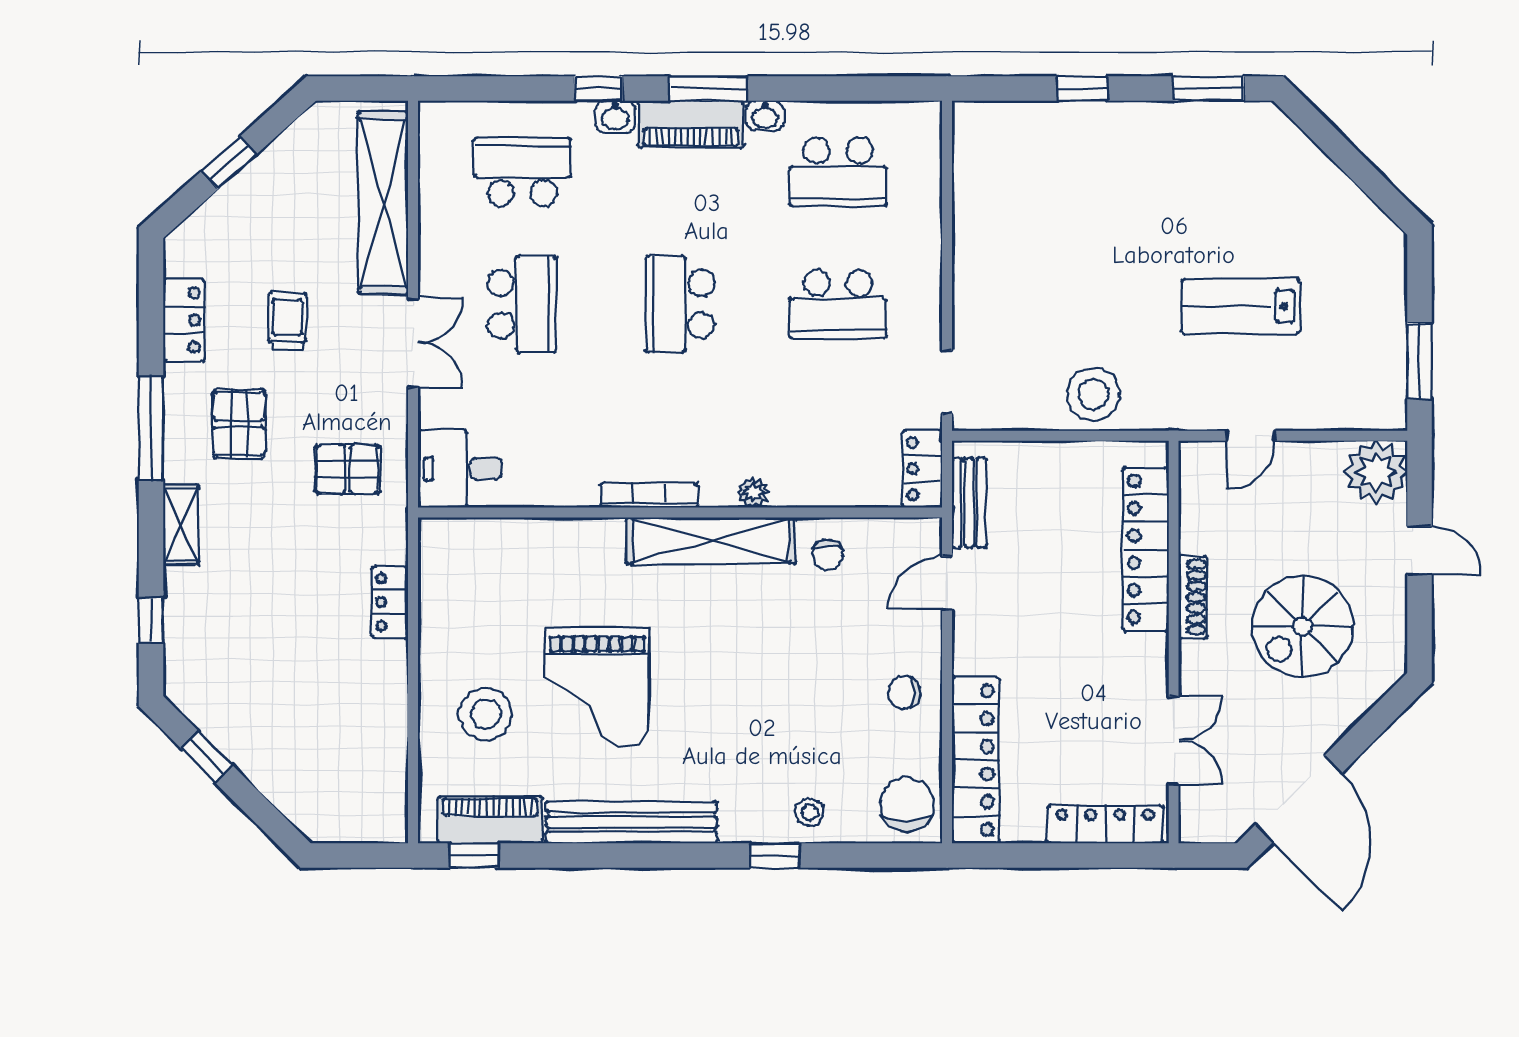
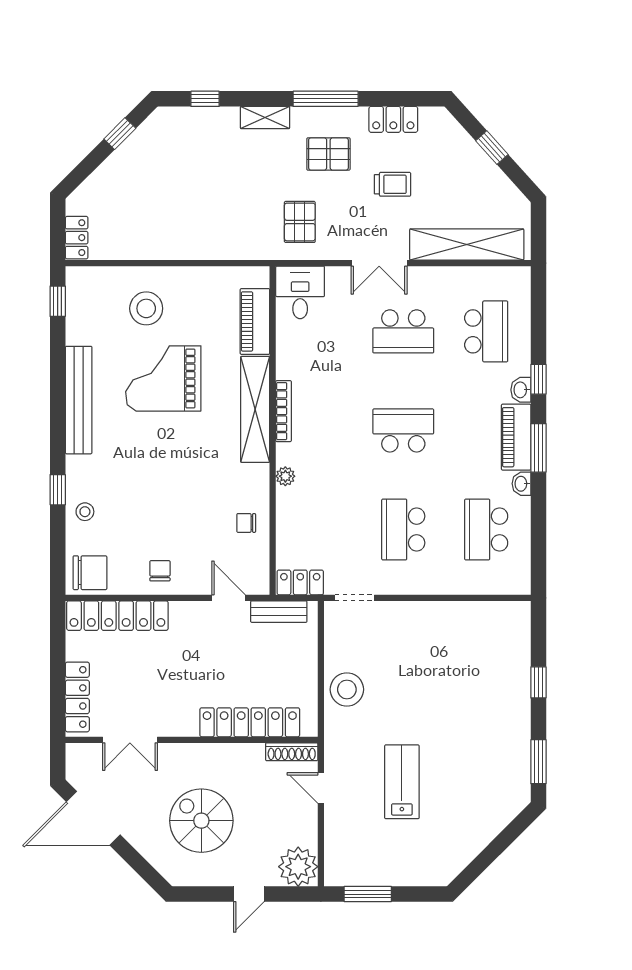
shelving: (711, 540) -> (255, 409), moved
shoe rack: (1193, 597) -> (292, 752), moved
locker: (390, 602) -> (77, 238), moved, turned 90
piano: (490, 820) -> (255, 321), moved, turned 180

